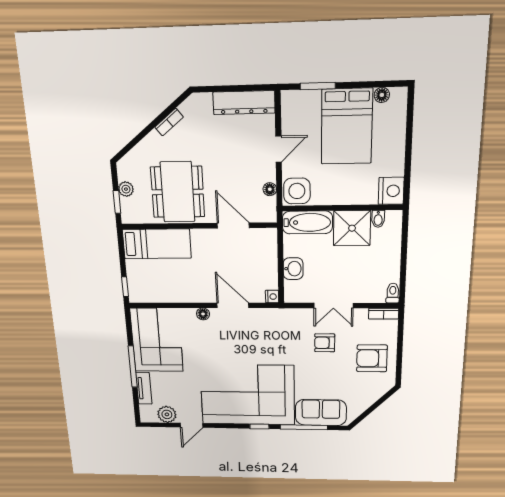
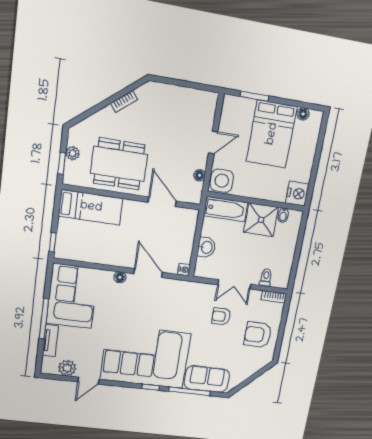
dresser: (244, 103) -> (192, 98), removed
dining table: (178, 192) -> (119, 164), turned 90
toilet: (393, 293) -> (266, 278), moved

